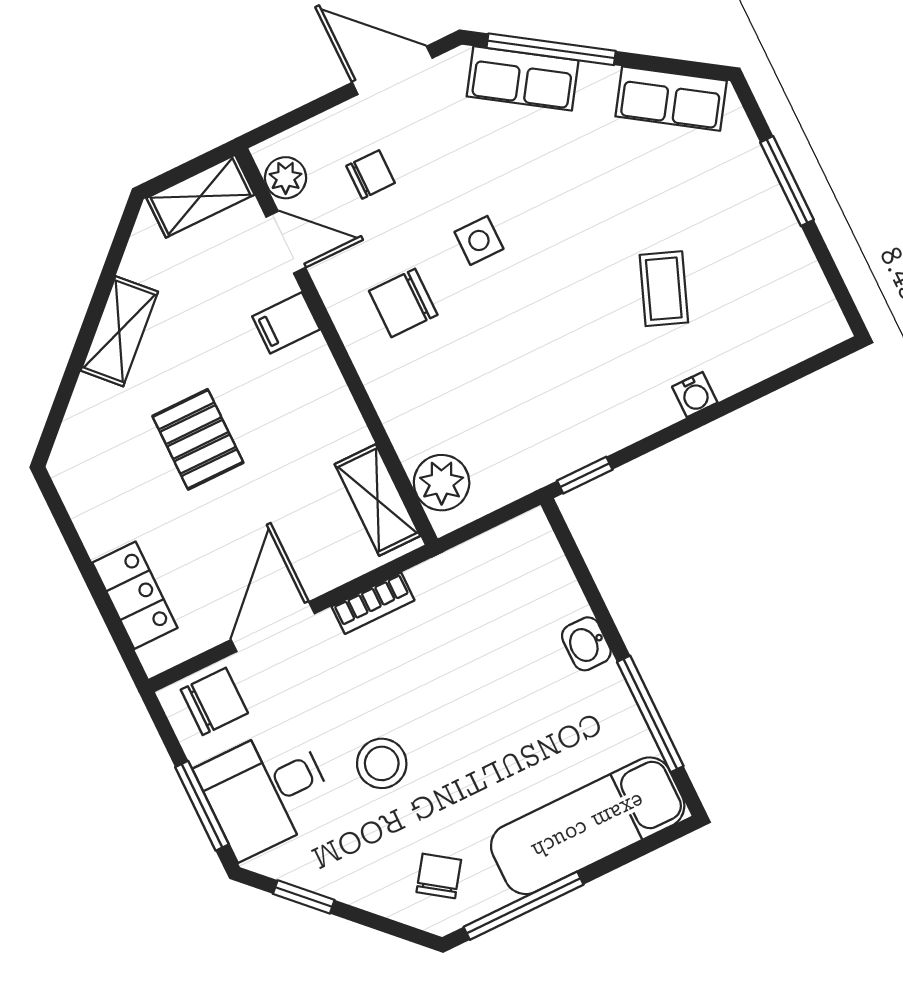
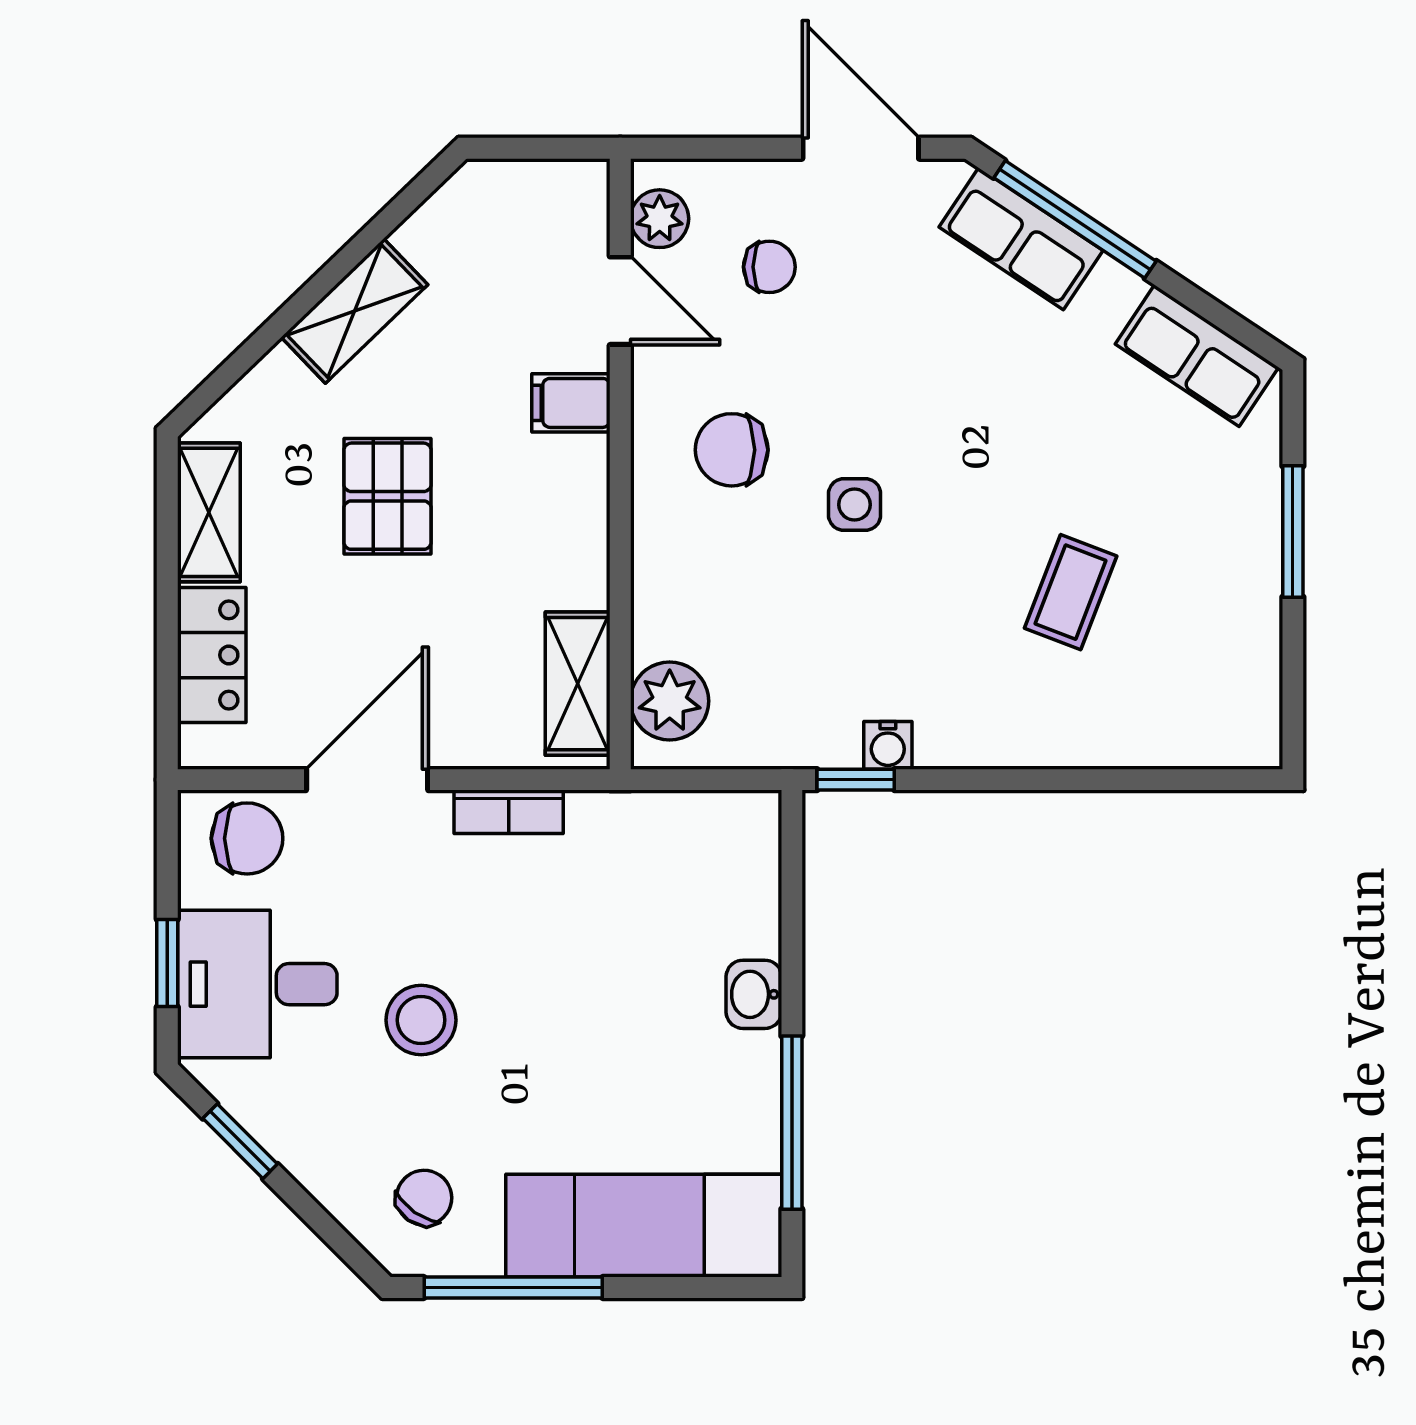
shelving: (200, 196) -> (209, 512), moved, turned 90
side table: (479, 240) -> (855, 505), moved
water cooler: (695, 395) -> (888, 745), moved
window: (202, 806) -> (167, 963), width x0.67

